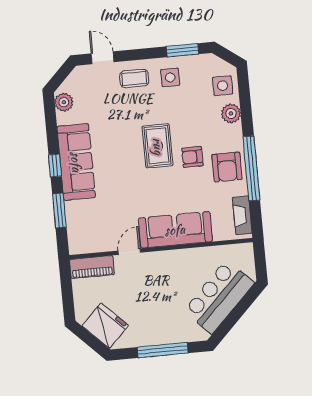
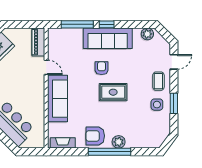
window: (182, 50) -> (174, 103), moved
side table: (223, 86) -> (148, 138), removed
plant: (231, 113) -> (119, 142), moved
armchair: (192, 157) -> (102, 68), moved
window: (251, 168) -> (110, 152), moved
window: (59, 210) -> (77, 24), width x1.44

